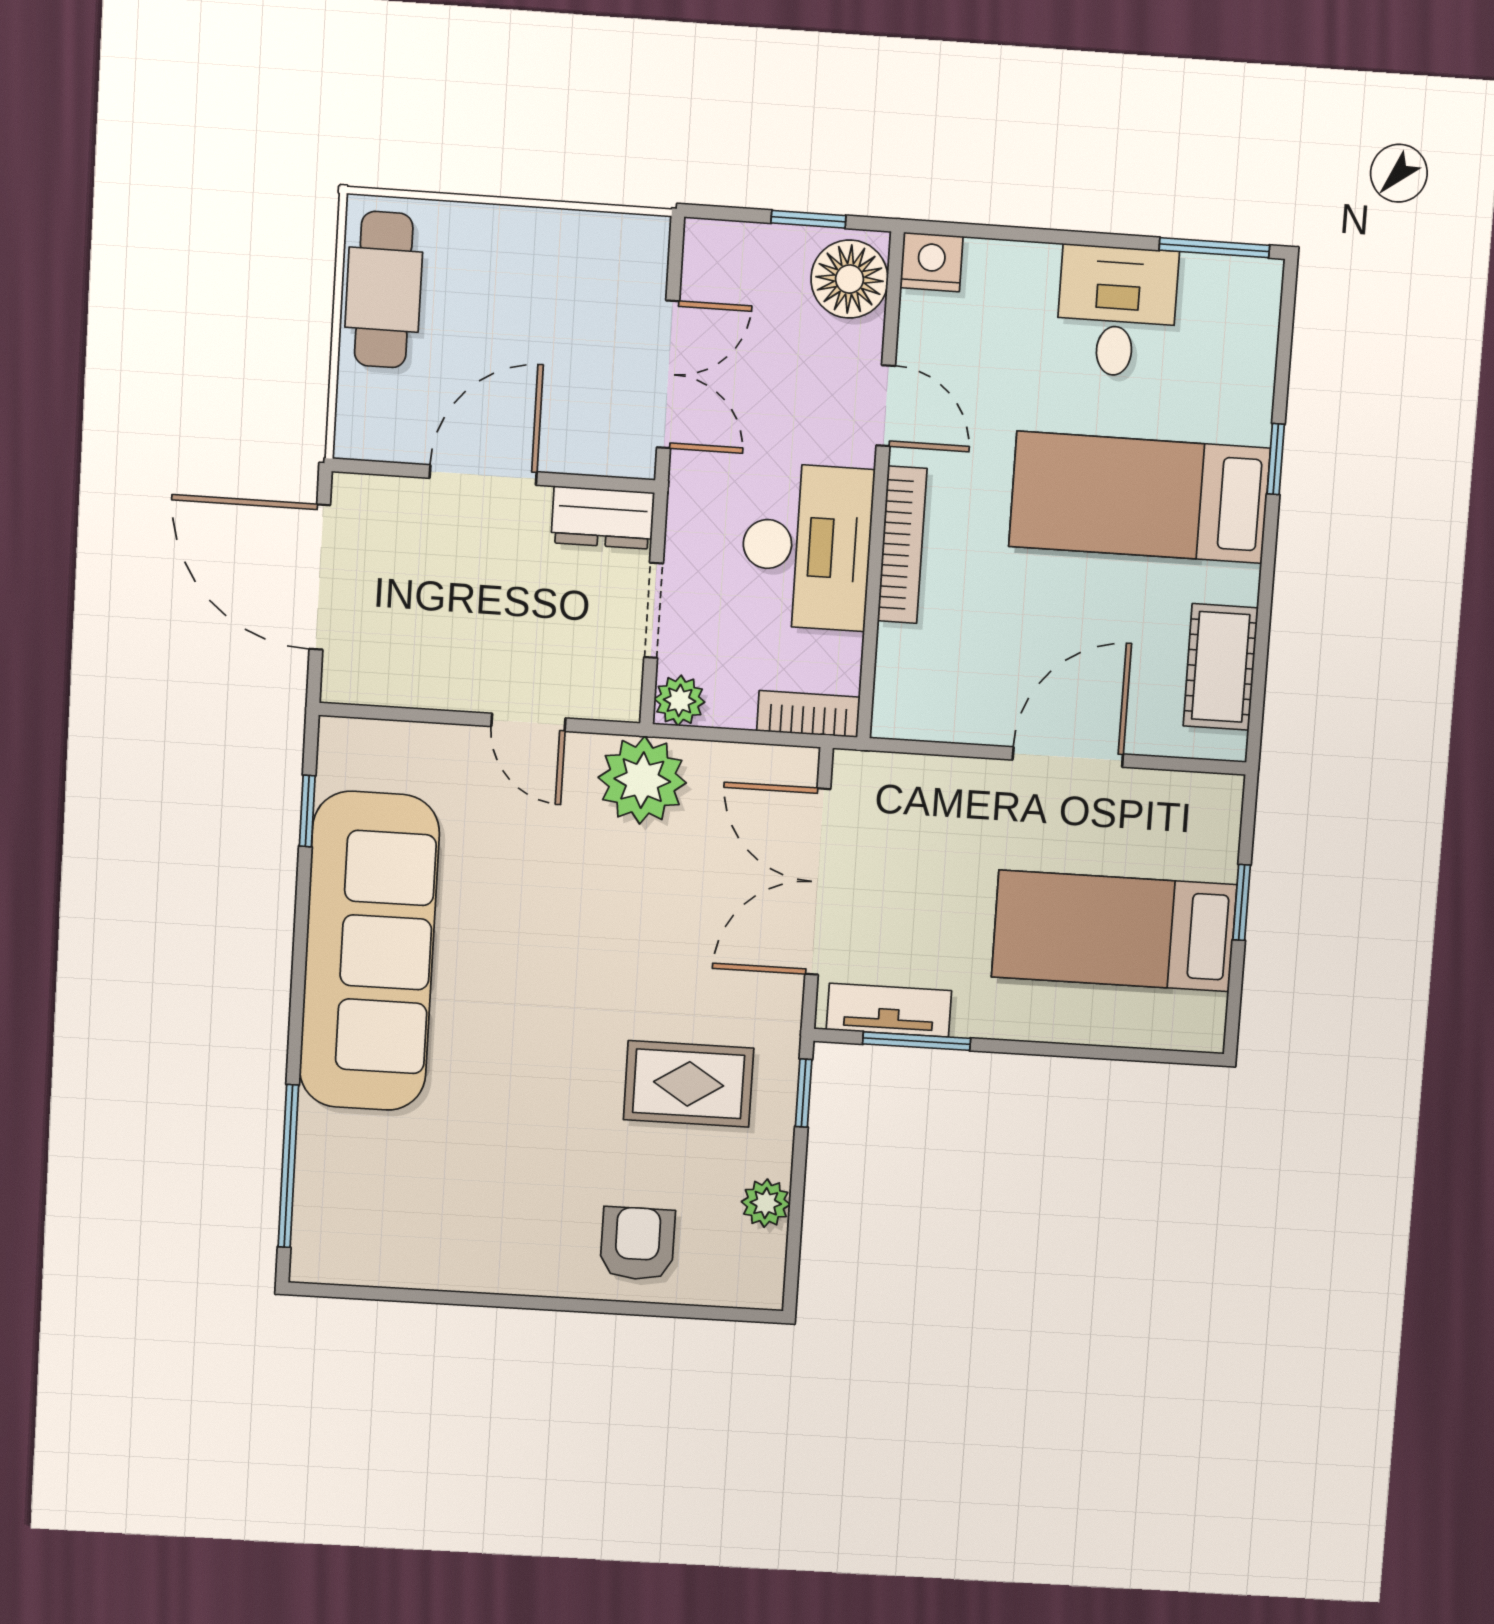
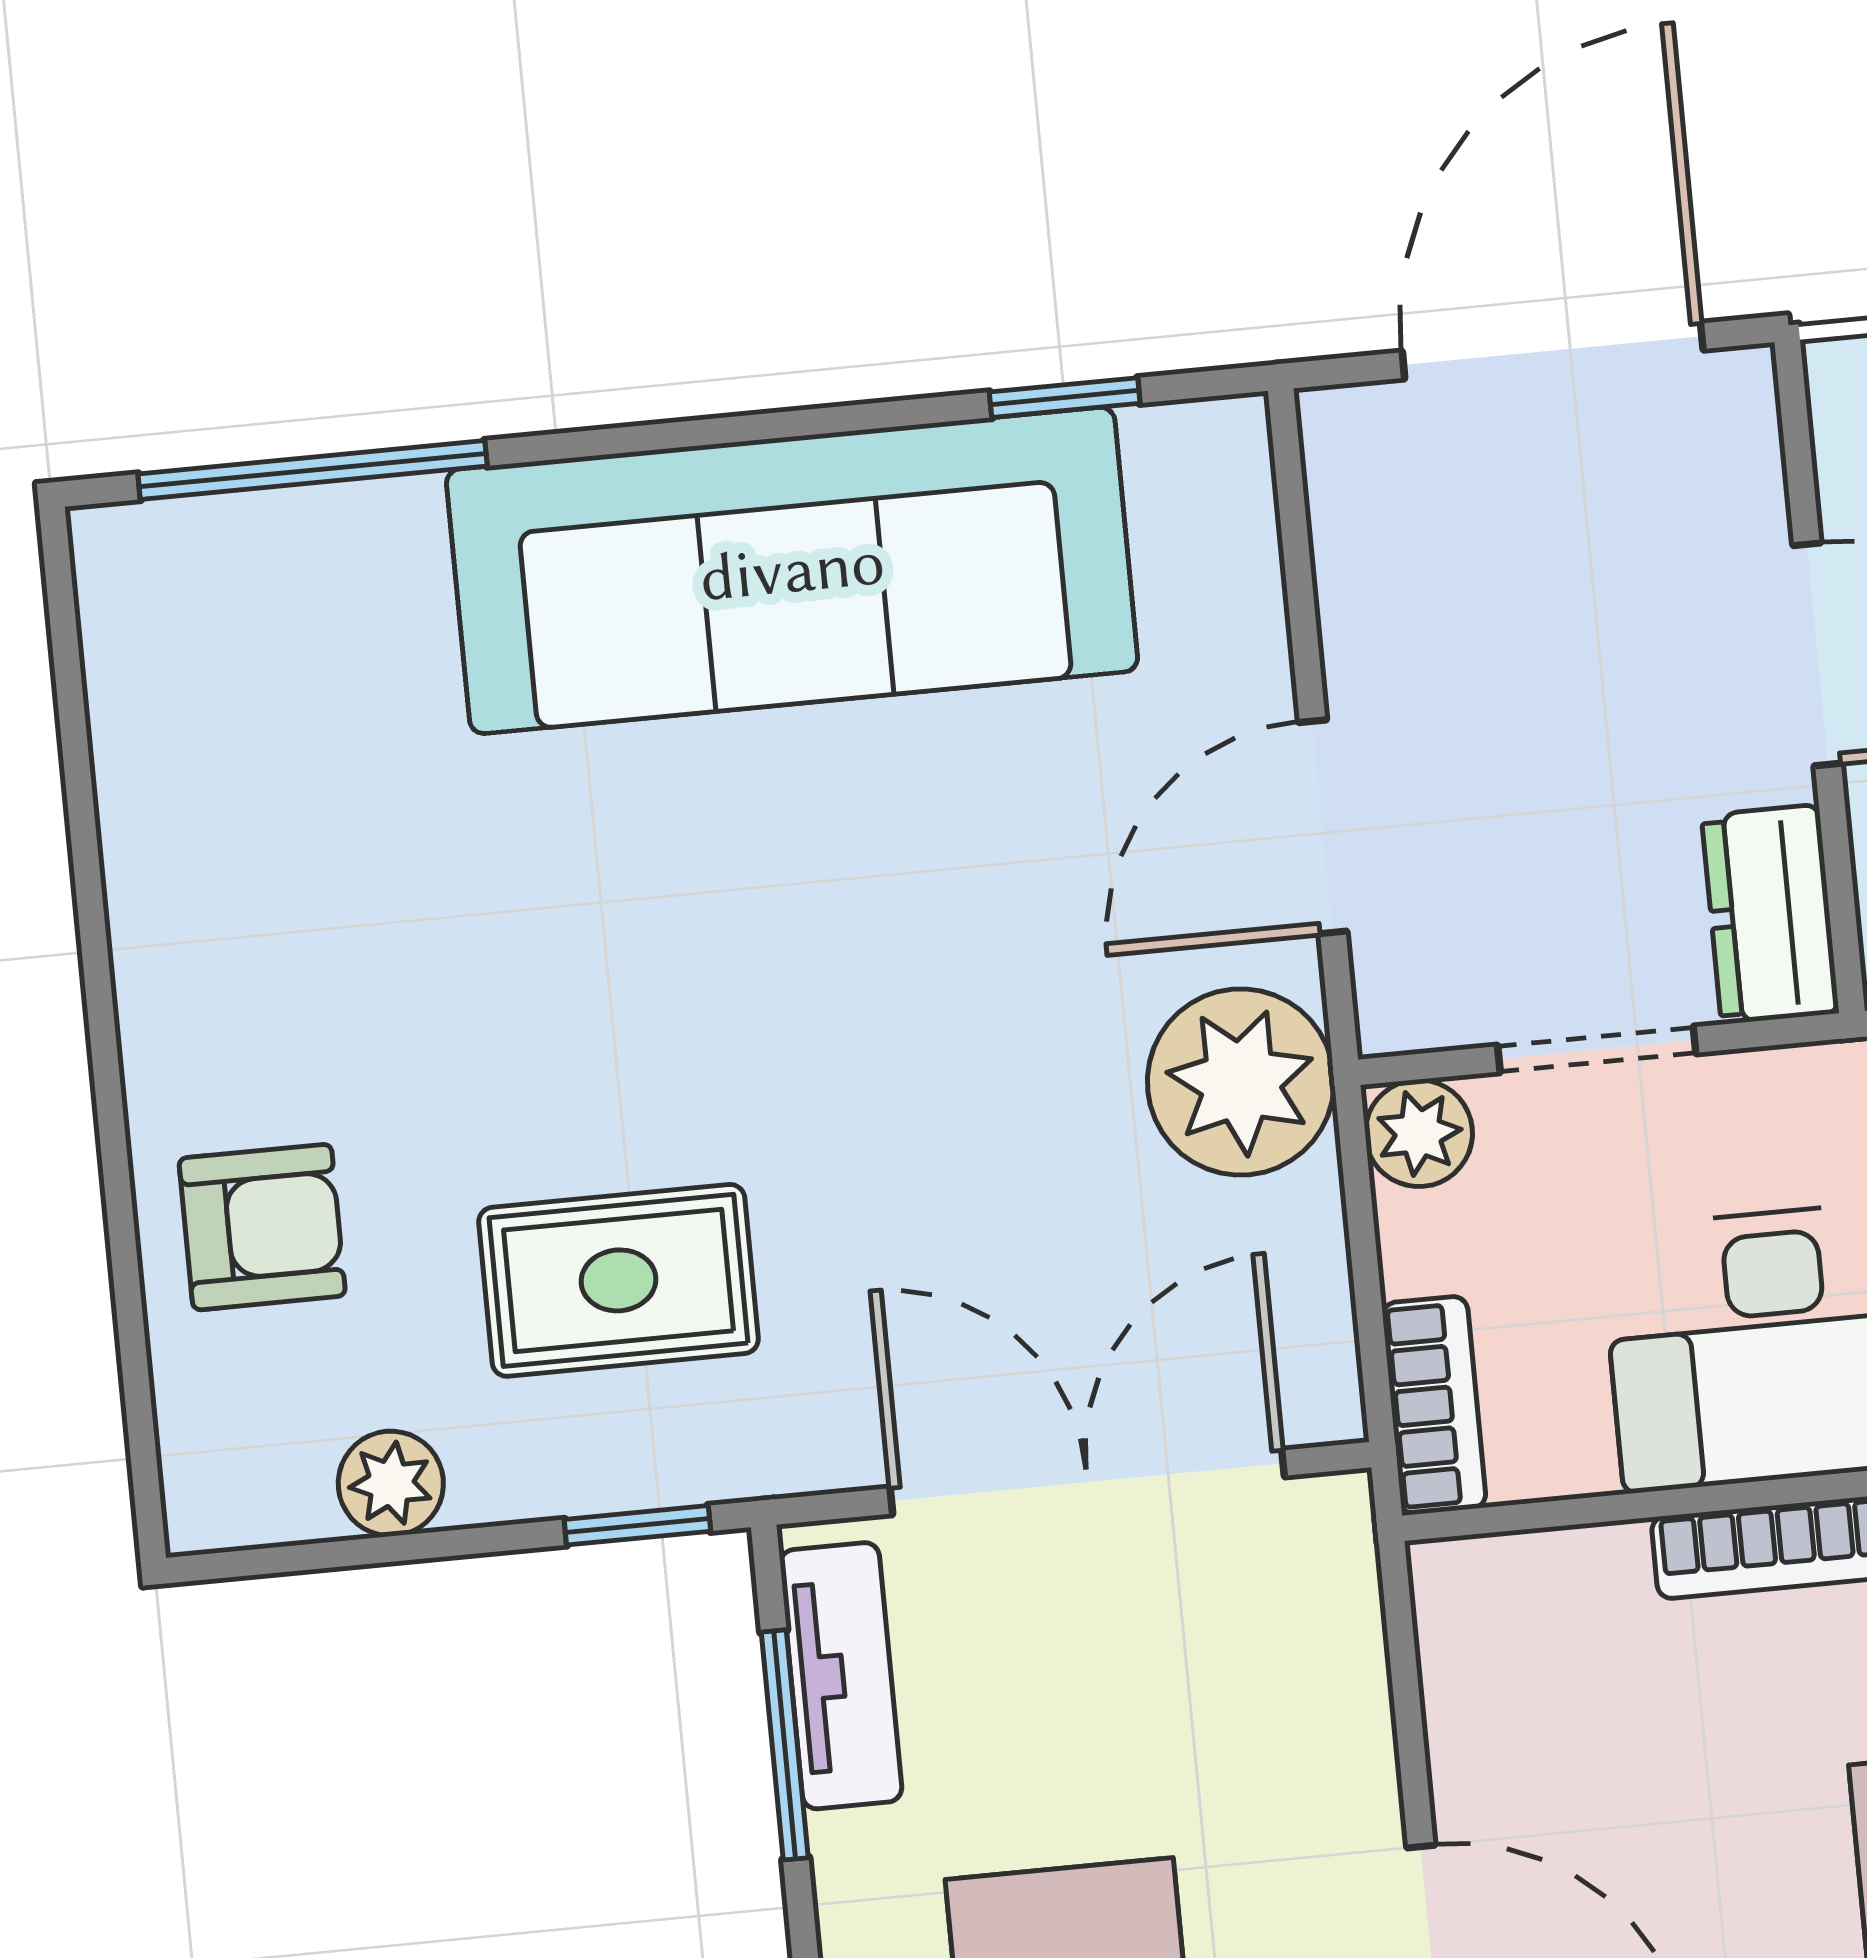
door: (528, 722) -> (1323, 827), width x1.38
rug: (689, 1084) -> (618, 1280), turned 90

